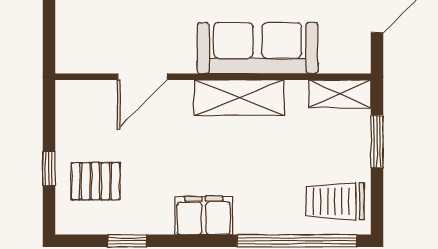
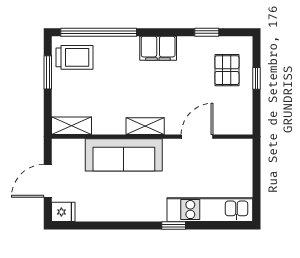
shelving: (239, 98) -> (145, 126), width x0.67, depth x0.75
window: (377, 141) -> (48, 72), moved
pallet: (96, 181) -> (227, 70), turned 90

